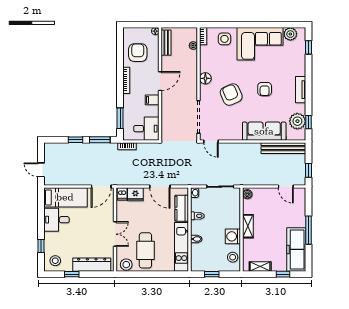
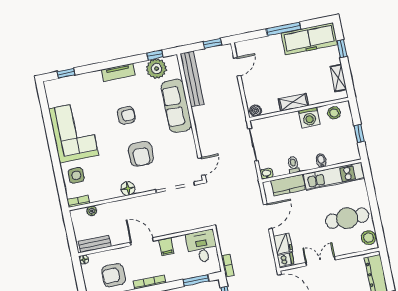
plant: (290, 34) -> (55, 98), removed
armchair: (231, 95) -> (141, 154), turned -66
double door: (115, 234) -> (321, 261), moved

